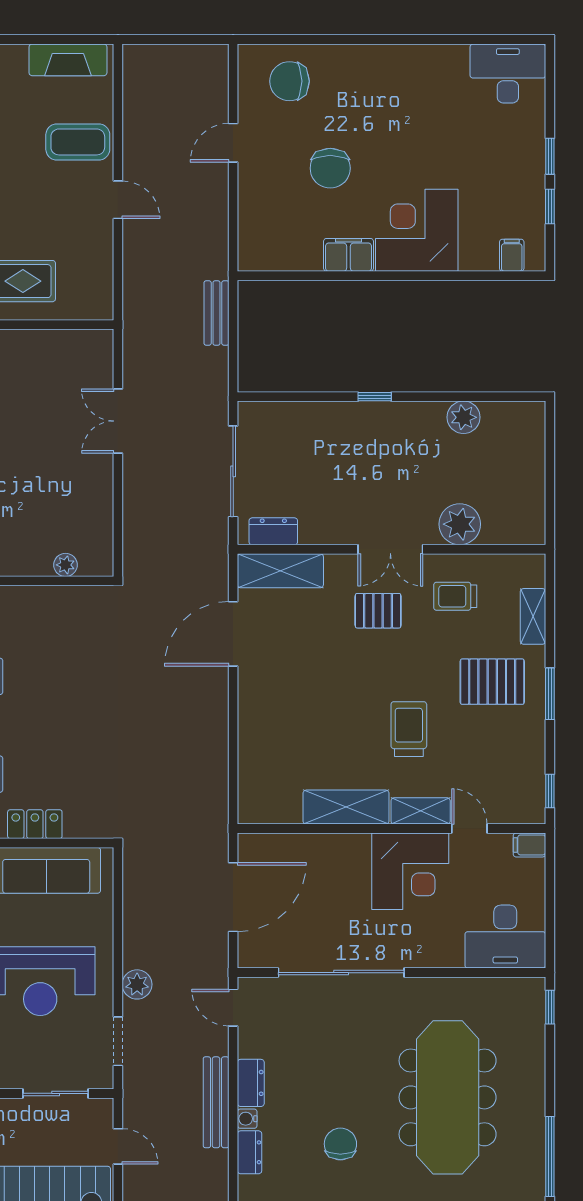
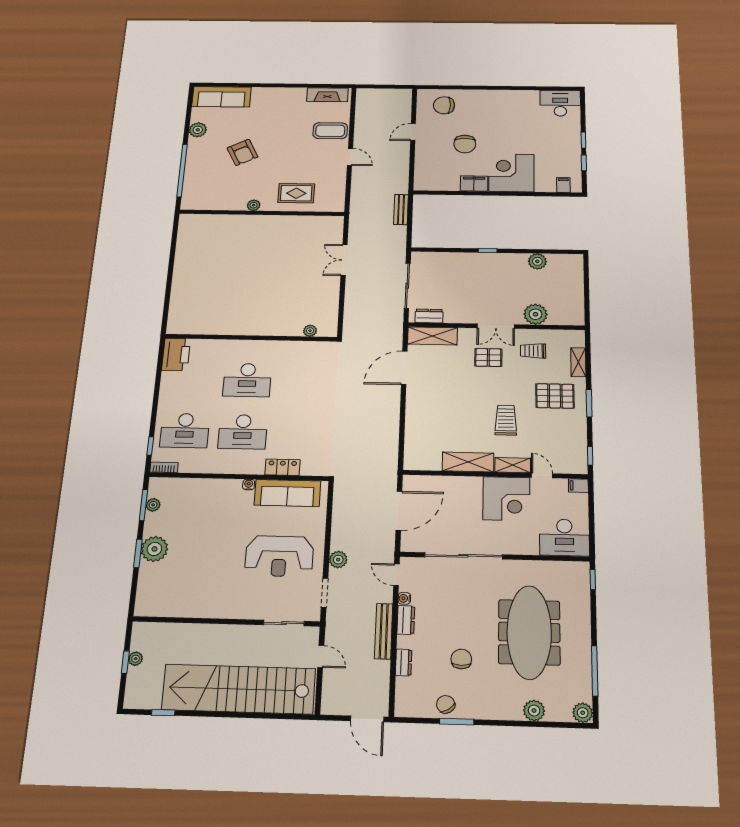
water cooler: (247, 1119) -> (404, 598), moved

